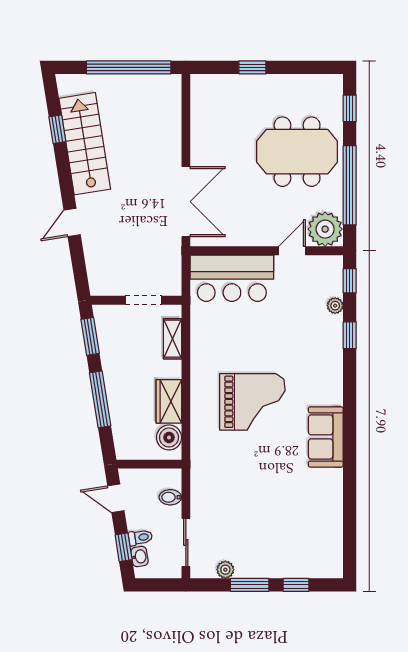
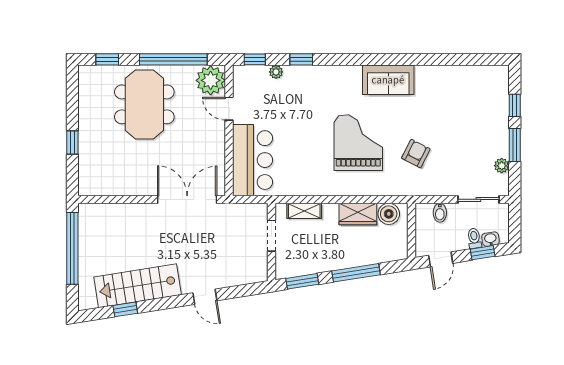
armchair: (240, 469) -> (416, 153), added

